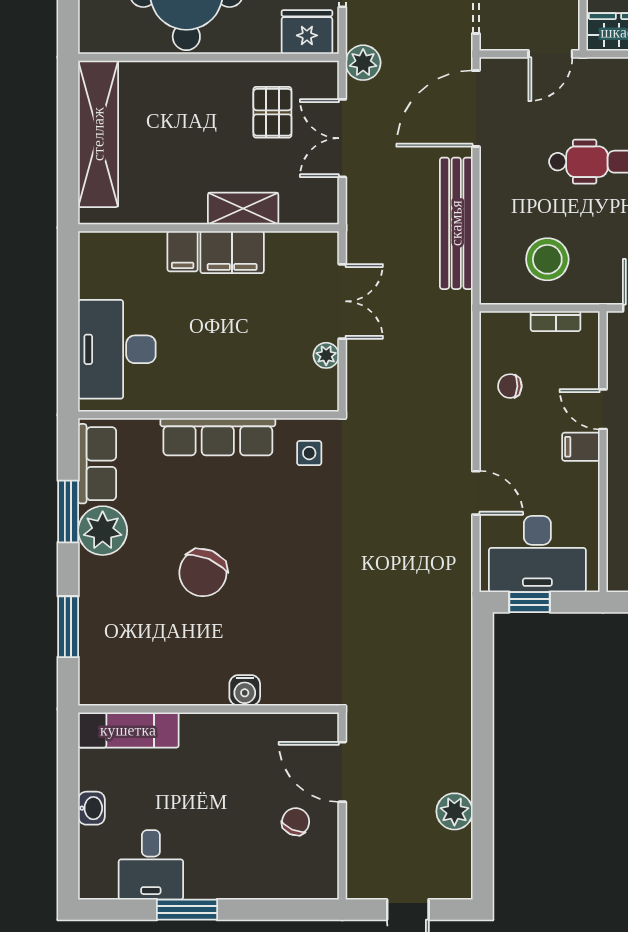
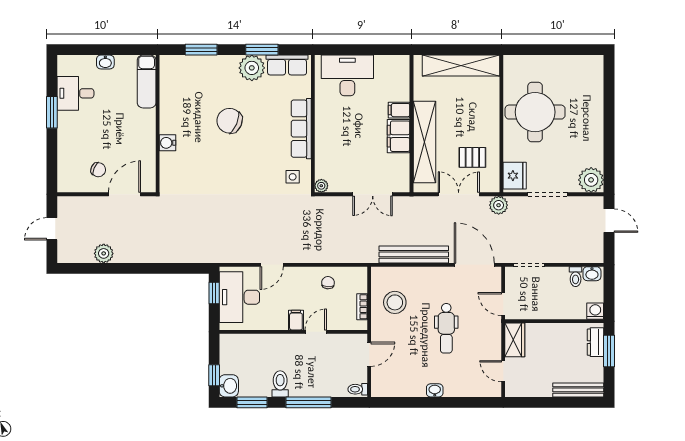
shelving: (243, 208) -> (424, 142), width x2.20, depth x1.33
plant: (326, 355) -> (321, 186), moved

